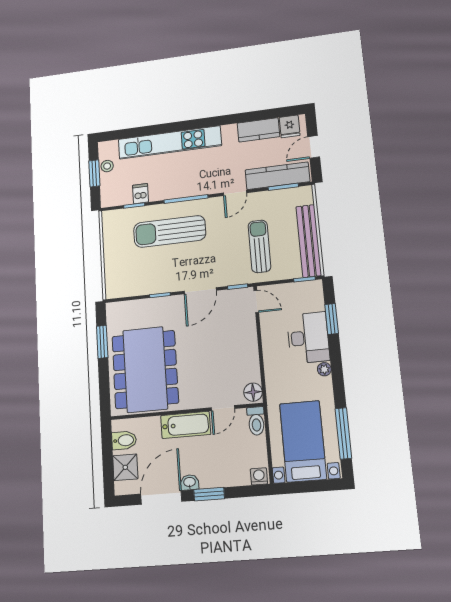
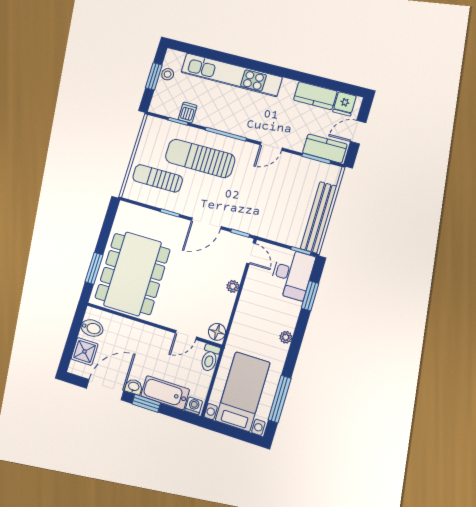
kitchen counter: (277, 176) -> (325, 149), width x0.67
sun lounger: (259, 246) -> (158, 178), moved, turned -90
desk: (308, 338) -> (292, 274), moved
plant: (251, 341) -> (233, 286), added
window: (102, 342) -> (94, 268), moved
bathtub: (186, 425) -> (165, 393), moved, turned 180

